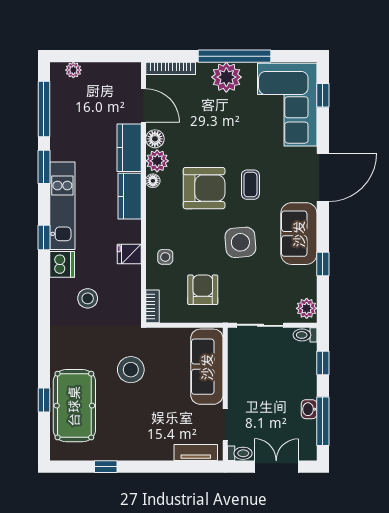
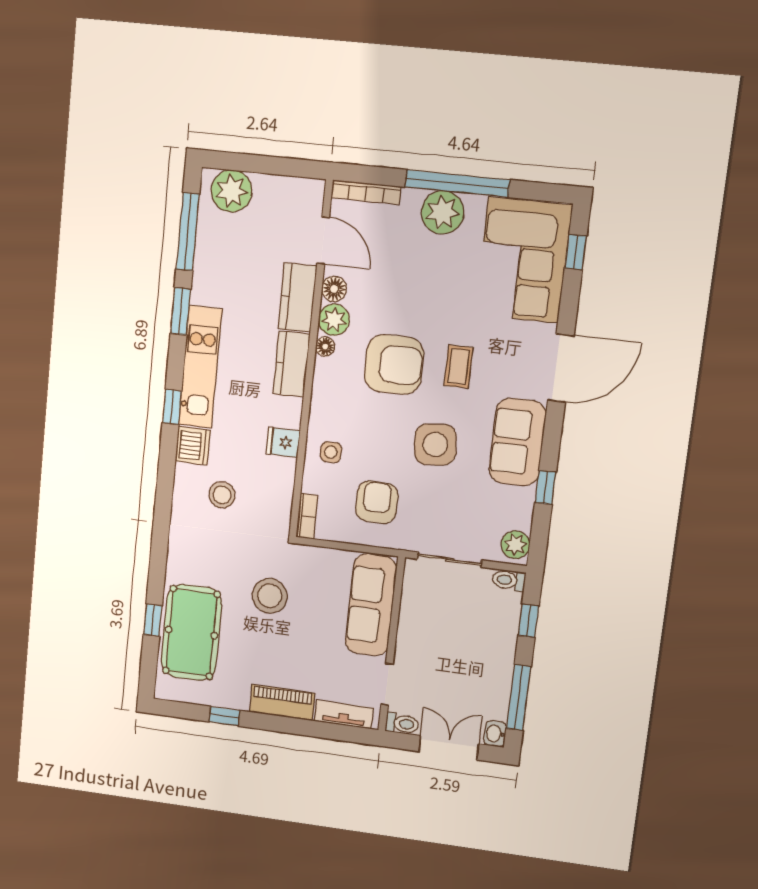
plant: (73, 70) -> (232, 191), width x1.88, depth x1.88
washbasin: (309, 409) -> (495, 734), moved
piano: (149, 450) -> (282, 703), added

